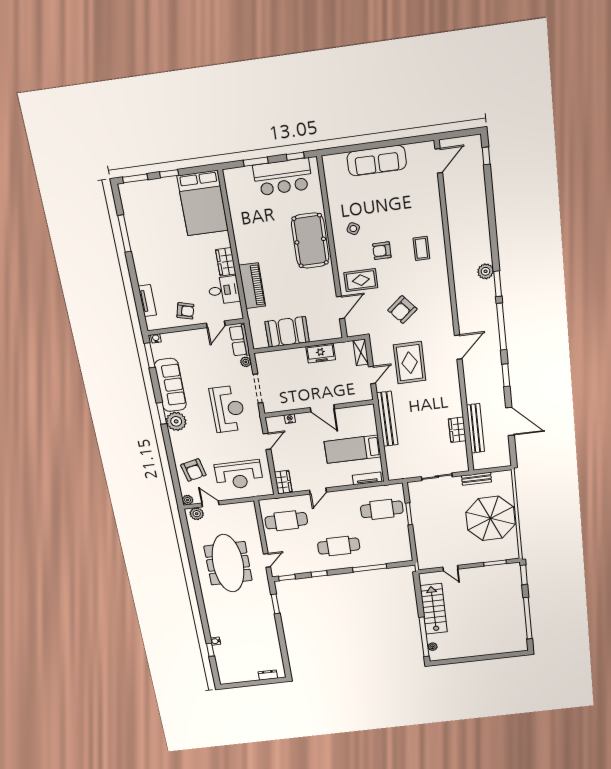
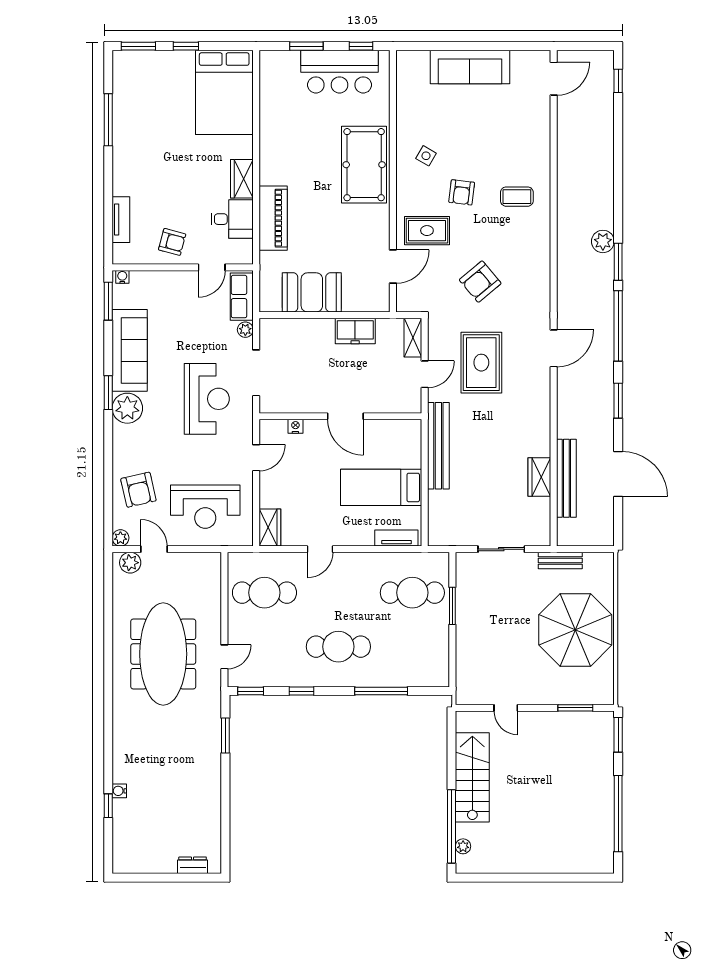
coffee table: (421, 248) -> (517, 197), turned 90
armchair: (382, 251) -> (462, 192), turned -83

